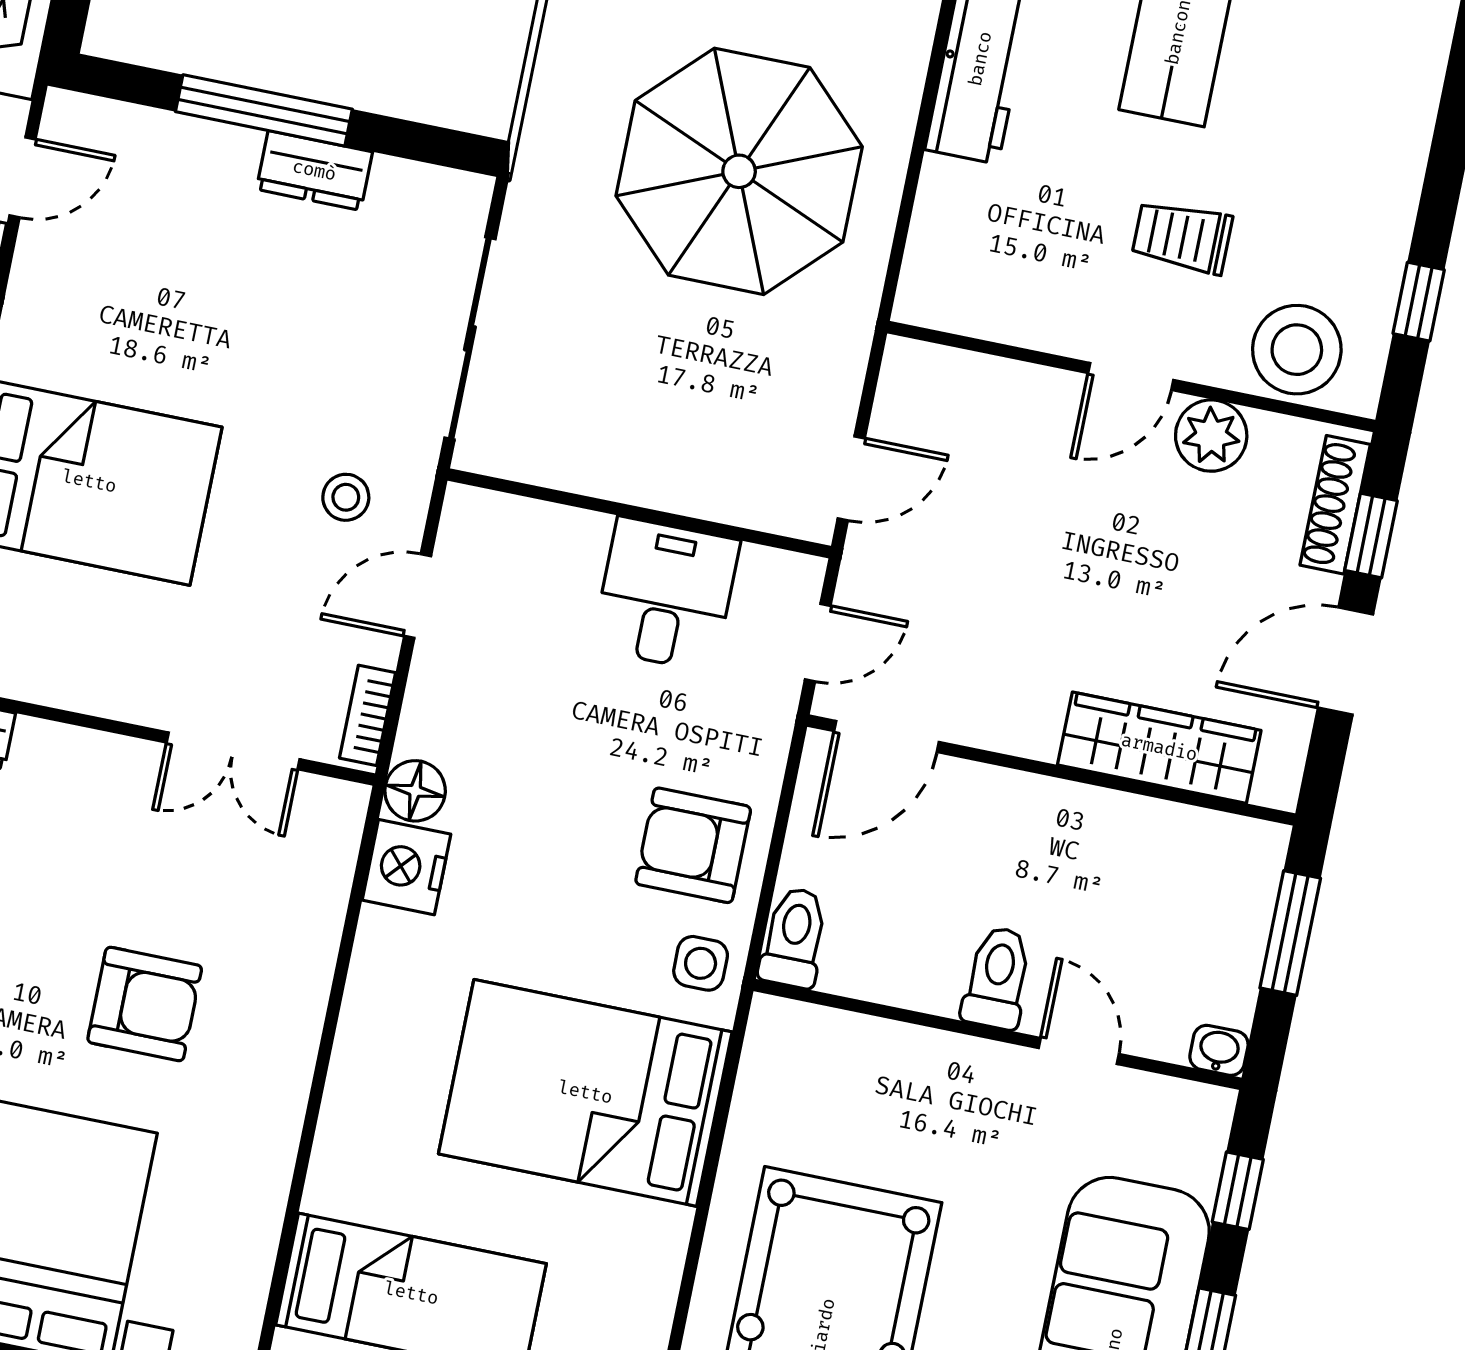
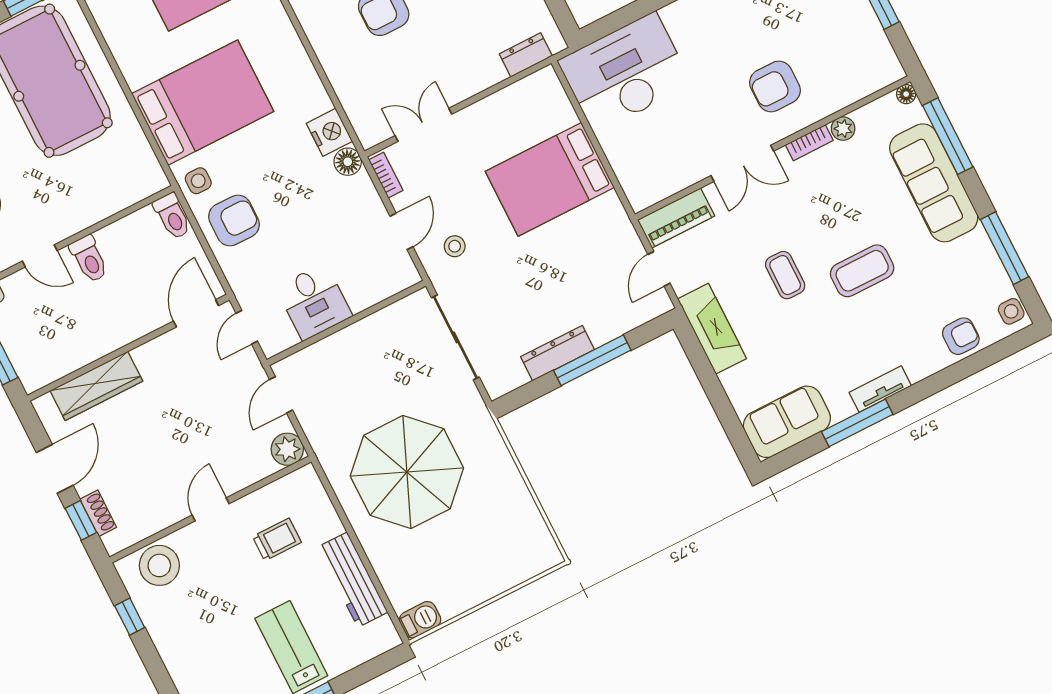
dresser: (314, 171) -> (557, 353), width x1.44
trolley: (1182, 237) -> (277, 539), moved
plant: (1211, 436) -> (287, 449), moved
shoe rack: (1335, 505) -> (98, 513), width x0.70

